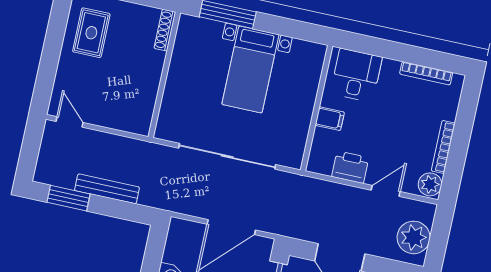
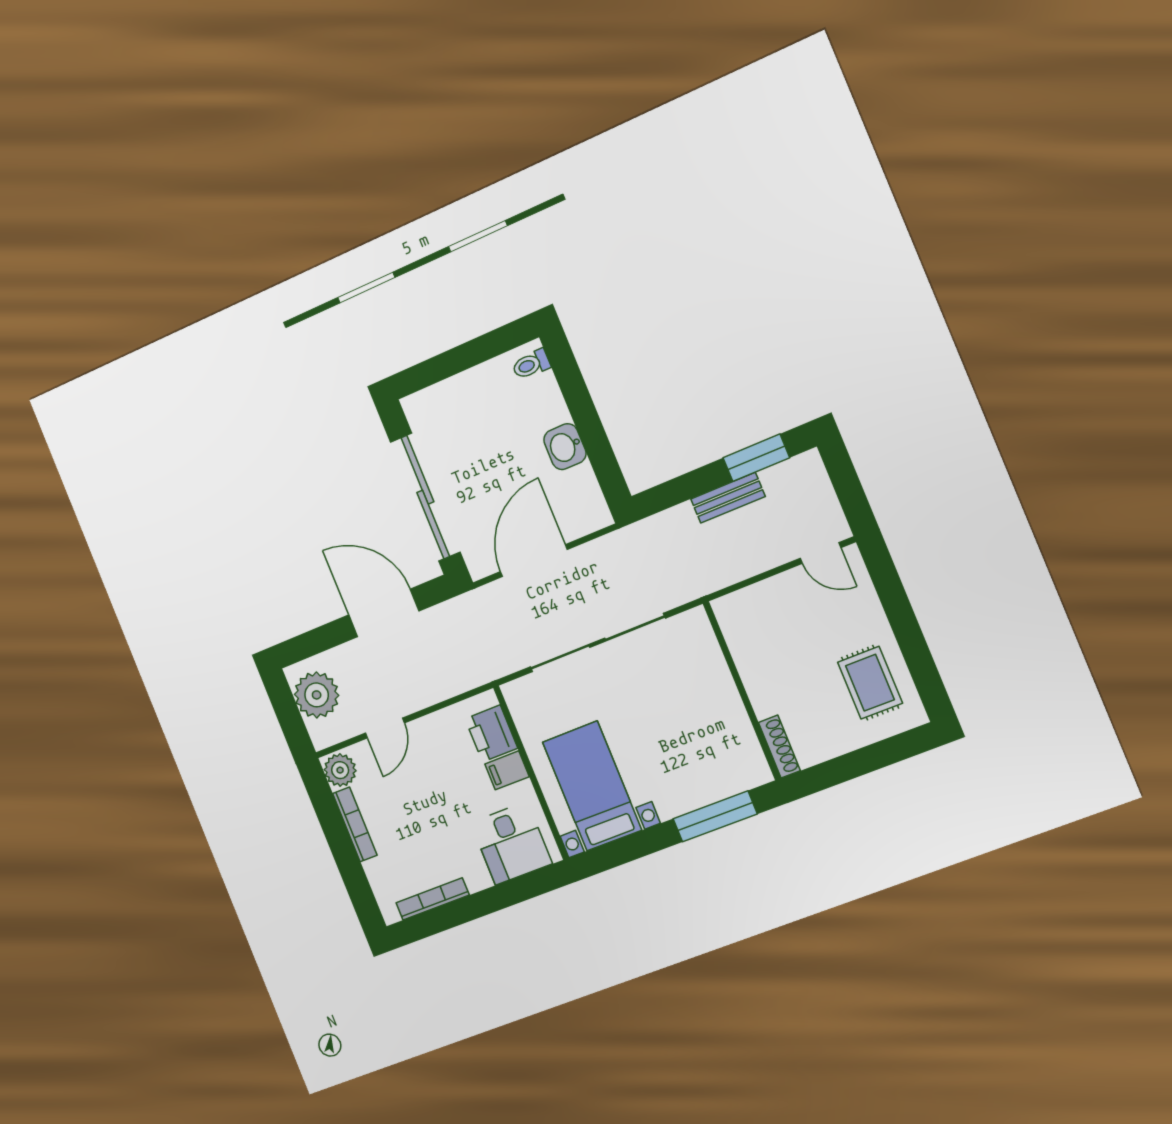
bed with nightstands: (250, 69) -> (592, 786), moved
printer: (350, 167) -> (491, 733), moved, turned 90
bench: (107, 189) -> (728, 498), width x0.73

